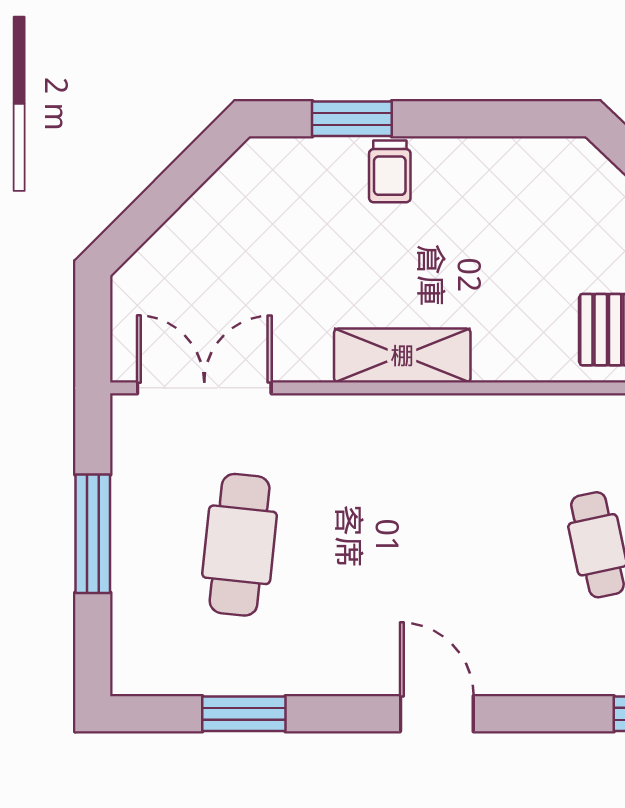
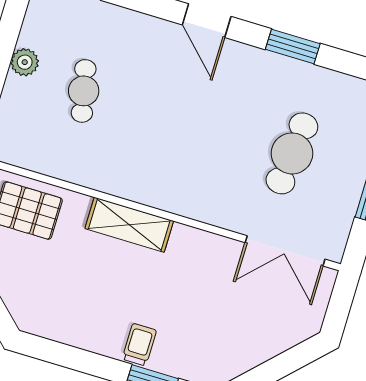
shelving: (402, 356) -> (129, 225), moved
window: (244, 714) -> (293, 46), moved

